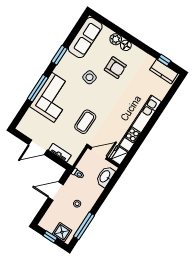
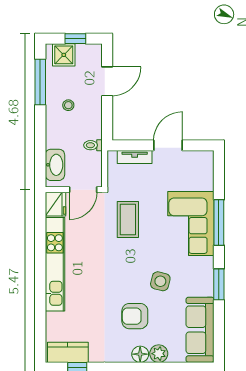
door: (56, 191) -> (107, 81), moved

